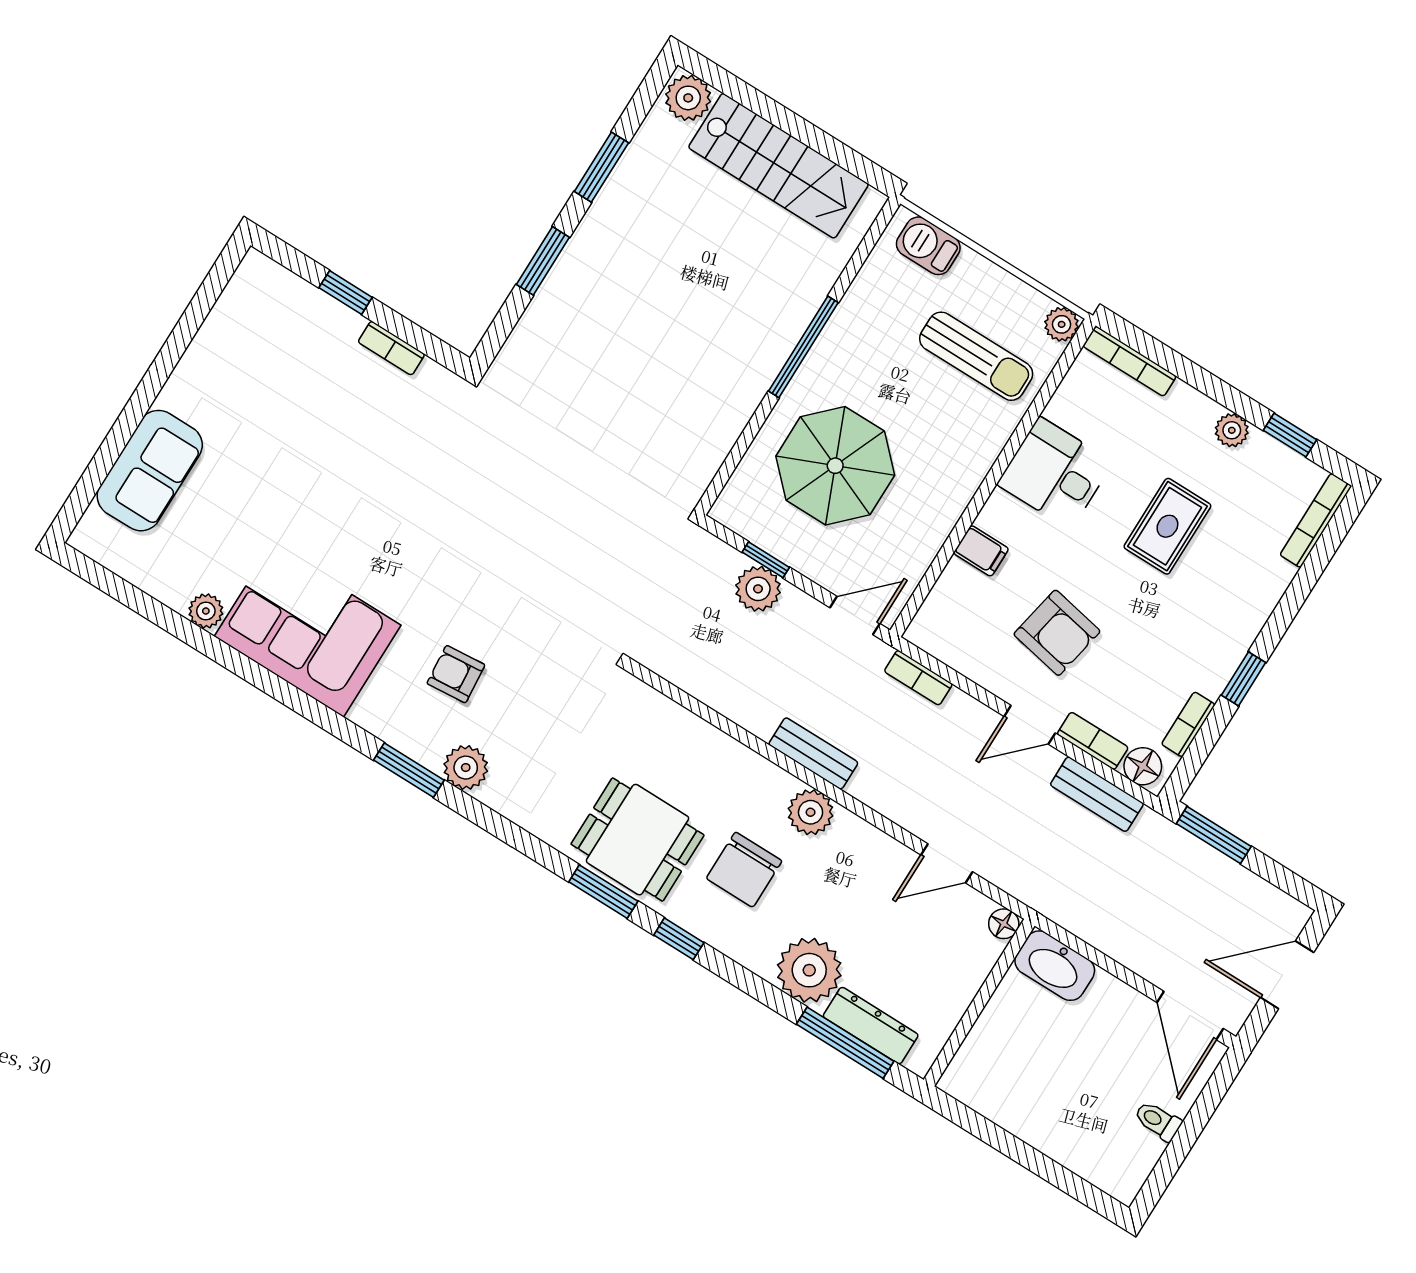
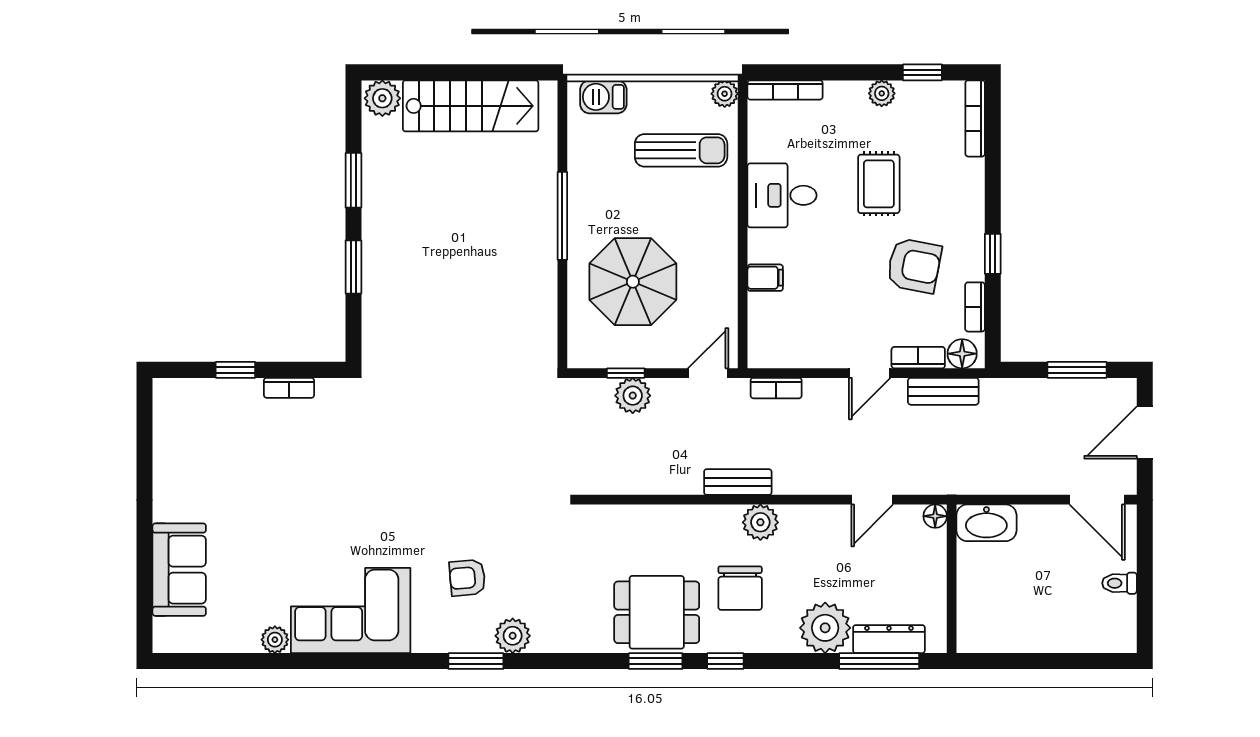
armchair: (1057, 633) -> (914, 266), moved
window: (1214, 835) -> (1077, 370), moved

